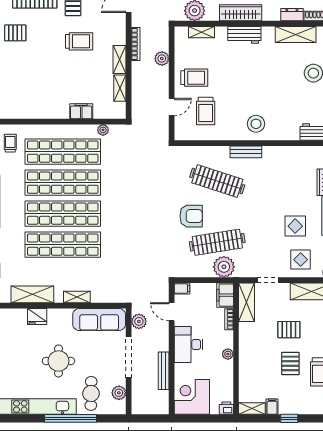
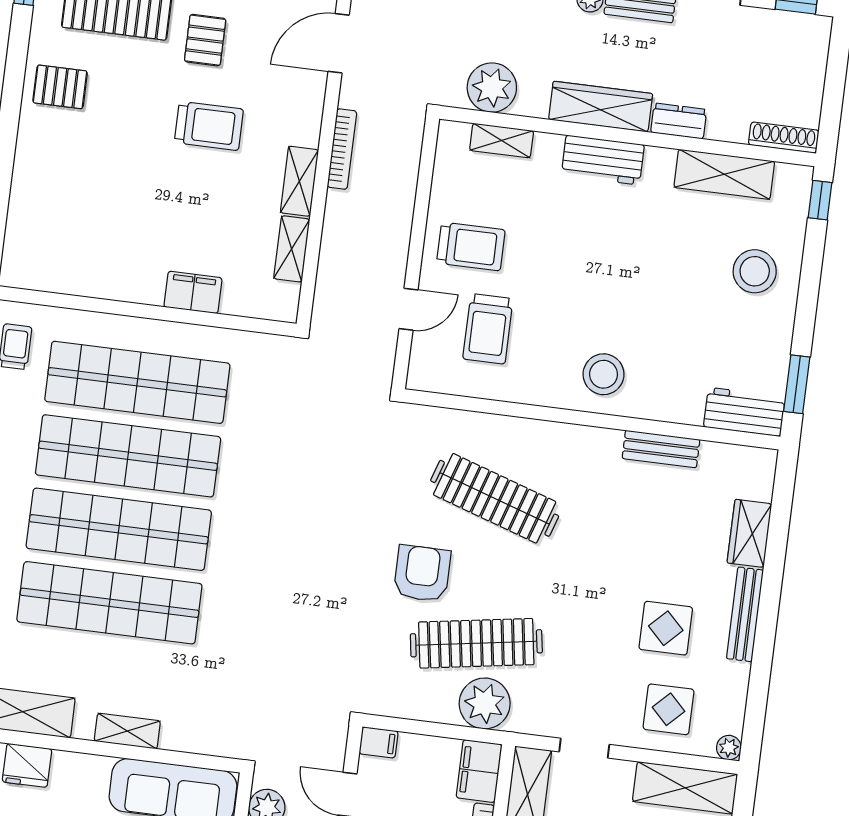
dresser: (292, 15) -> (679, 121), moved
plant: (162, 59) -> (400, 191), removed
plant: (103, 130) -> (239, 343), removed
bench: (246, 152) -> (661, 449), moved
armchair: (191, 216) -> (422, 573), turned -90

